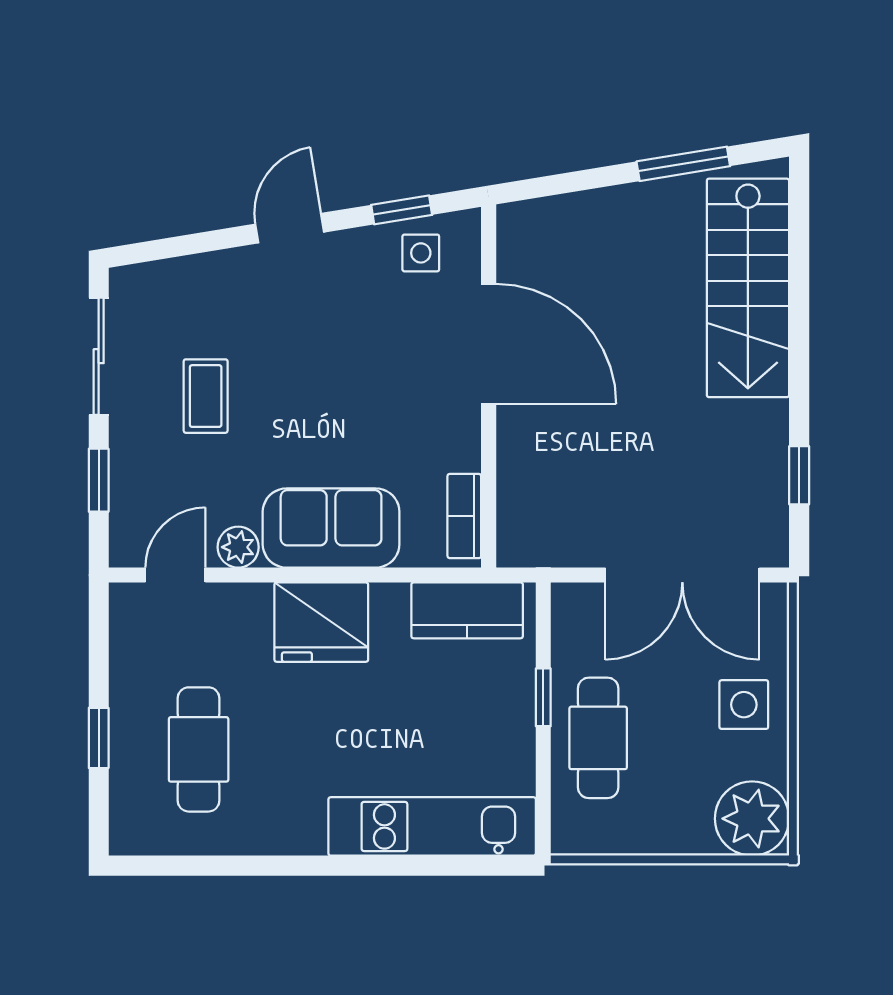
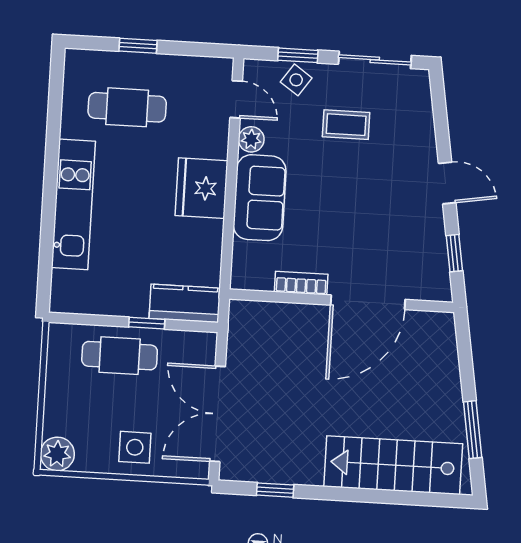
side table: (421, 253) -> (296, 80), moved, turned 35
bookcase: (464, 516) -> (301, 283), moved
kitchen counter: (467, 610) -> (185, 303), moved, turned 90
plant: (752, 819) -> (57, 454), width x0.73, depth x0.73
kitchen unit: (432, 826) -> (73, 204), moved

